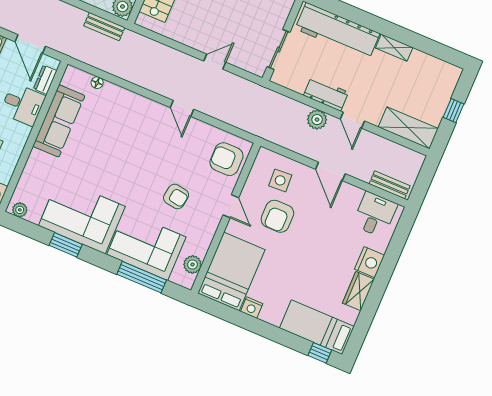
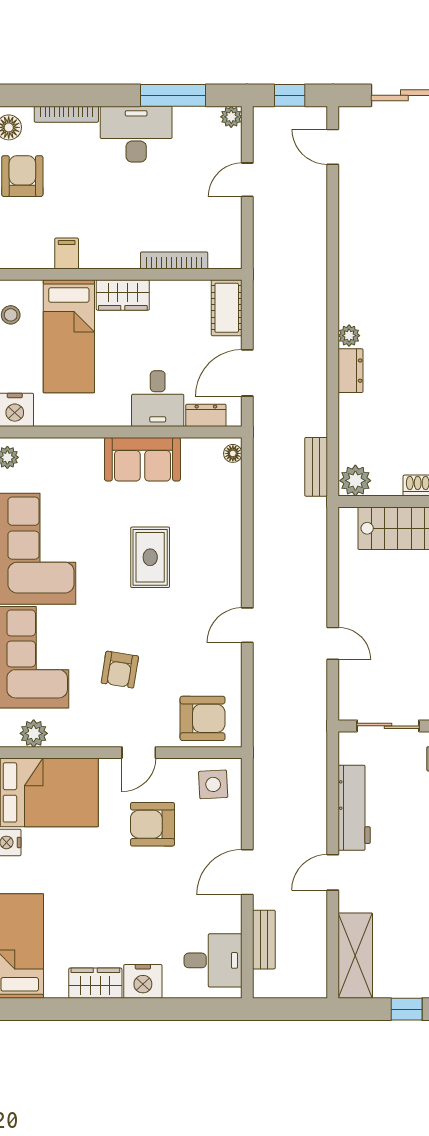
floor lamp: (97, 83) -> (233, 453), moved
workbench: (326, 94) -> (354, 808), width x1.38
plant: (317, 120) -> (312, 822), removed
sofa: (59, 121) -> (142, 459), width x0.73
rug: (116, 150) -> (150, 557), added
armchair: (227, 159) -> (203, 718), turned 90
side table: (280, 180) -> (213, 784), moved
bench: (390, 185) -> (264, 940), moved

